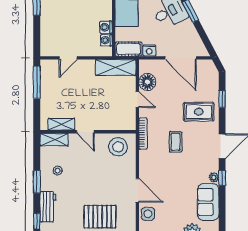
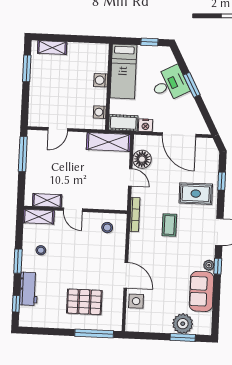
washing machine: (106, 27) -> (101, 80), moved
stool: (118, 147) -> (107, 228), width x0.53, depth x0.53

